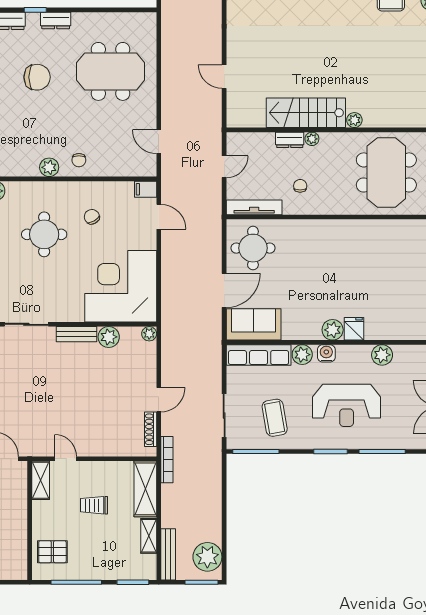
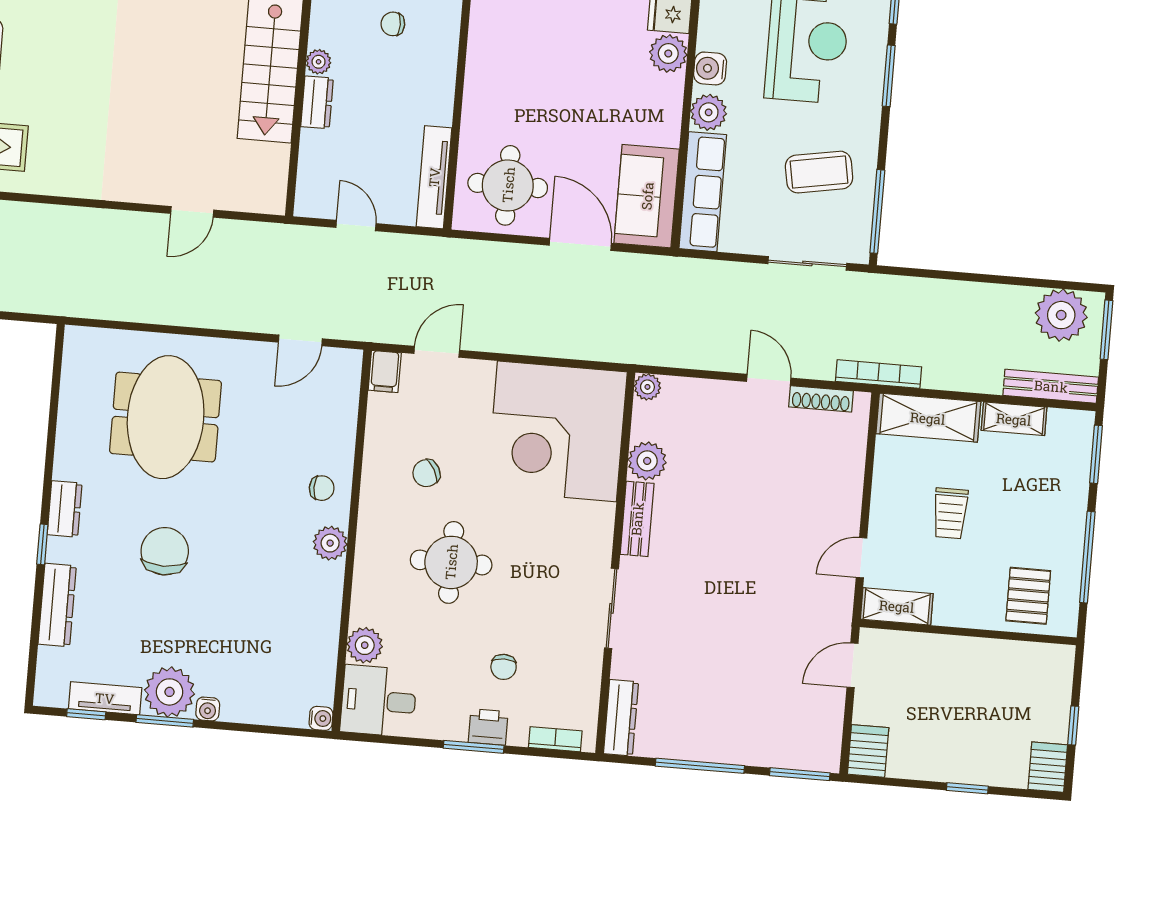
chair: (300, 186) -> (393, 24), moved

